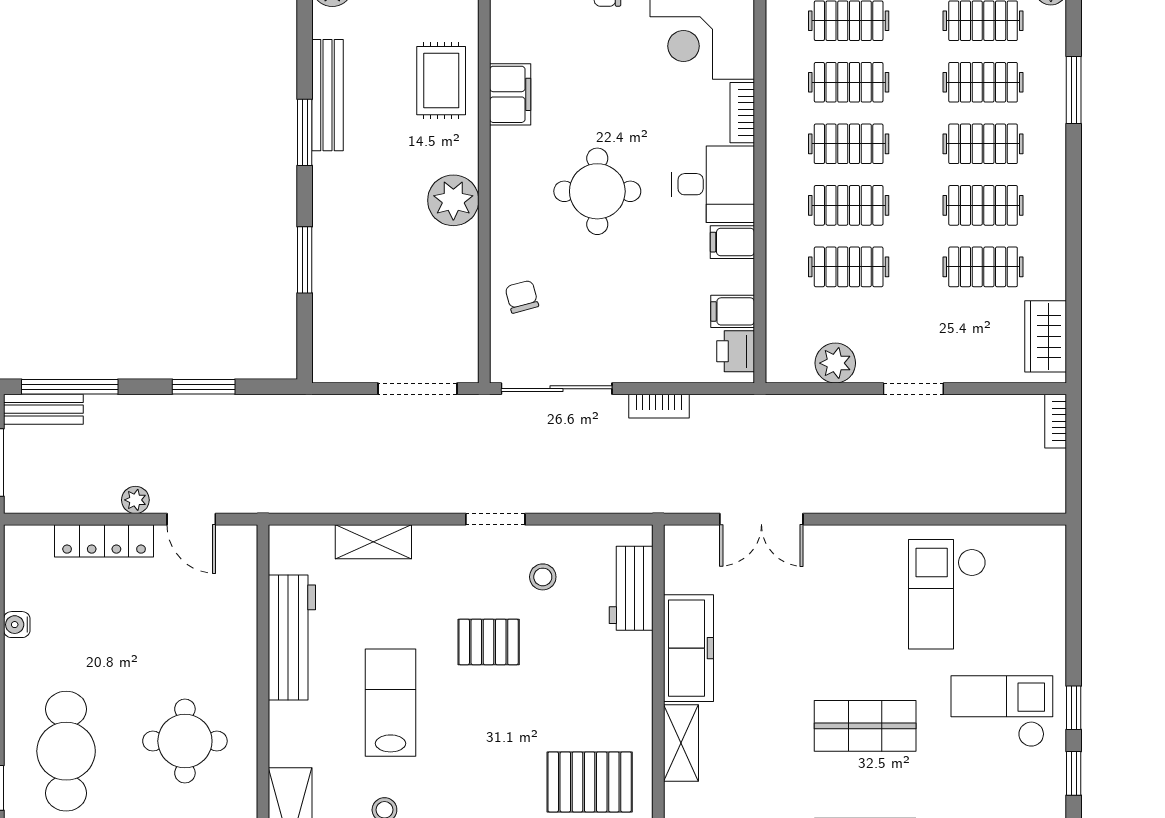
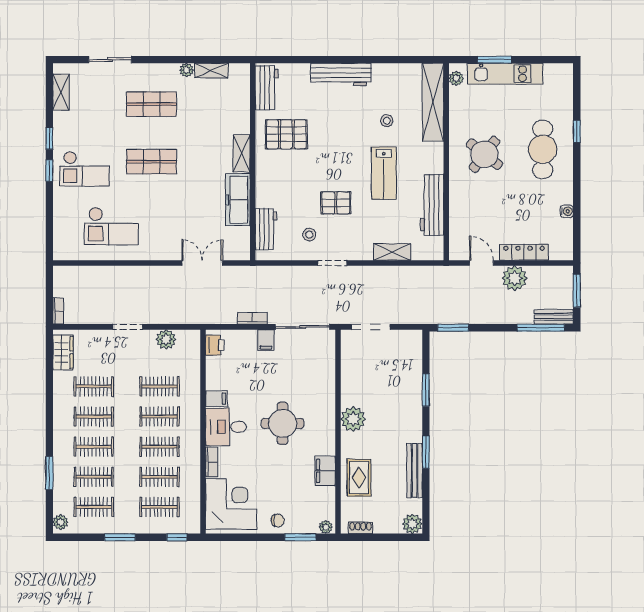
chair: (522, 297) -> (320, 372), removed
filing cabinet: (733, 311) -> (266, 340), moved, turned 90
window: (204, 387) -> (453, 328), moved
plant: (135, 500) -> (515, 278), width x1.88, depth x1.88
checkout: (947, 594) -> (111, 226), turned 90
round table: (185, 741) -> (484, 154), turned 38

